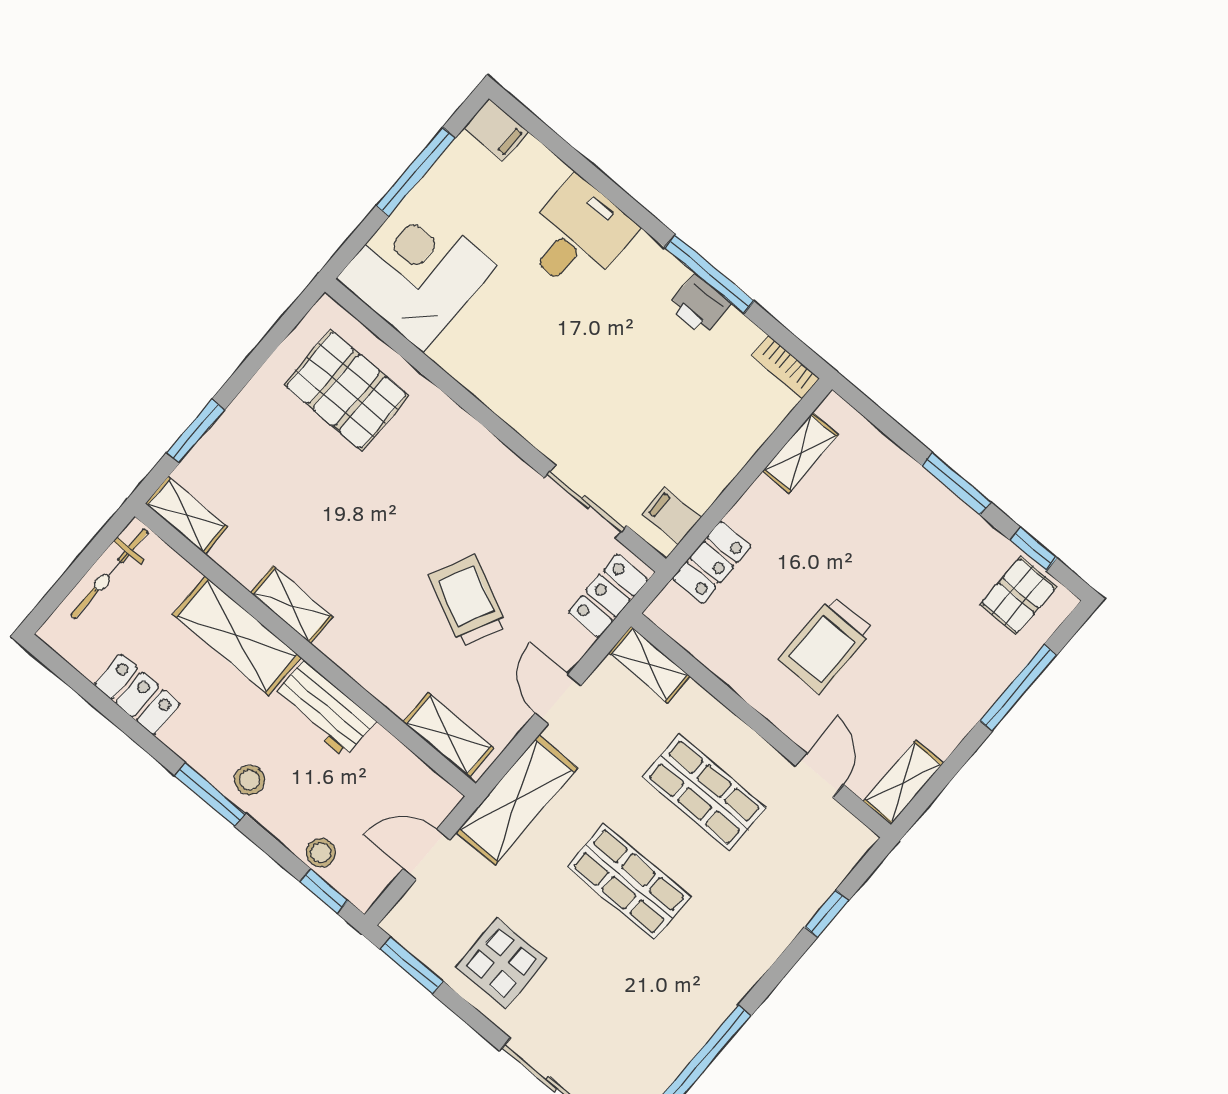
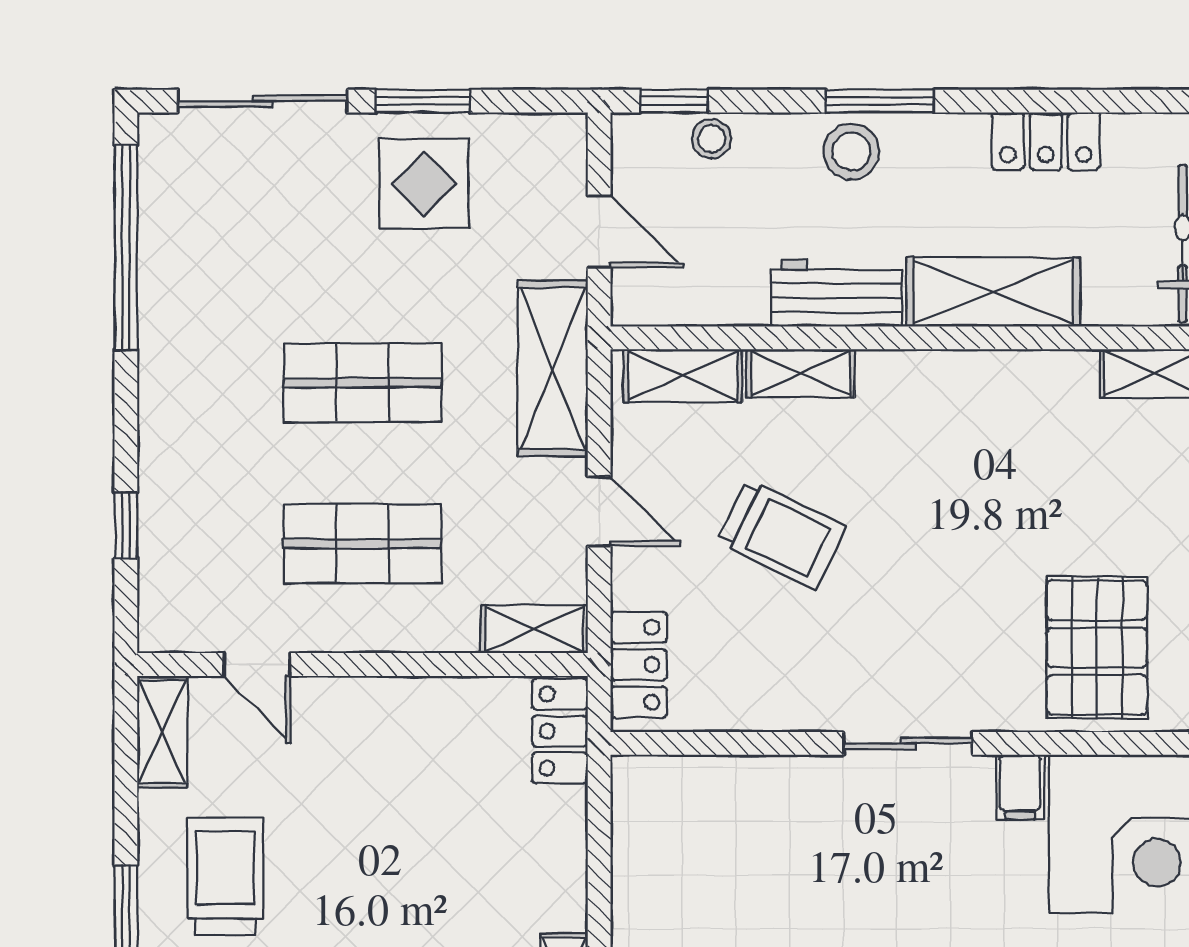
pallet: (346, 390) -> (1097, 647), turned 90
sliding door: (586, 502) -> (908, 743), moved
filing cabinet: (672, 516) -> (1020, 787), moved, turned 90
locker: (712, 562) -> (560, 731), moved
shelving: (292, 605) -> (800, 373), moved
trolley: (826, 645) -> (225, 876), moved
stool: (250, 780) -> (851, 152), width x1.37, depth x1.37
door: (427, 854) -> (599, 231), hinge flipped
window: (412, 965) -> (423, 101), moved

